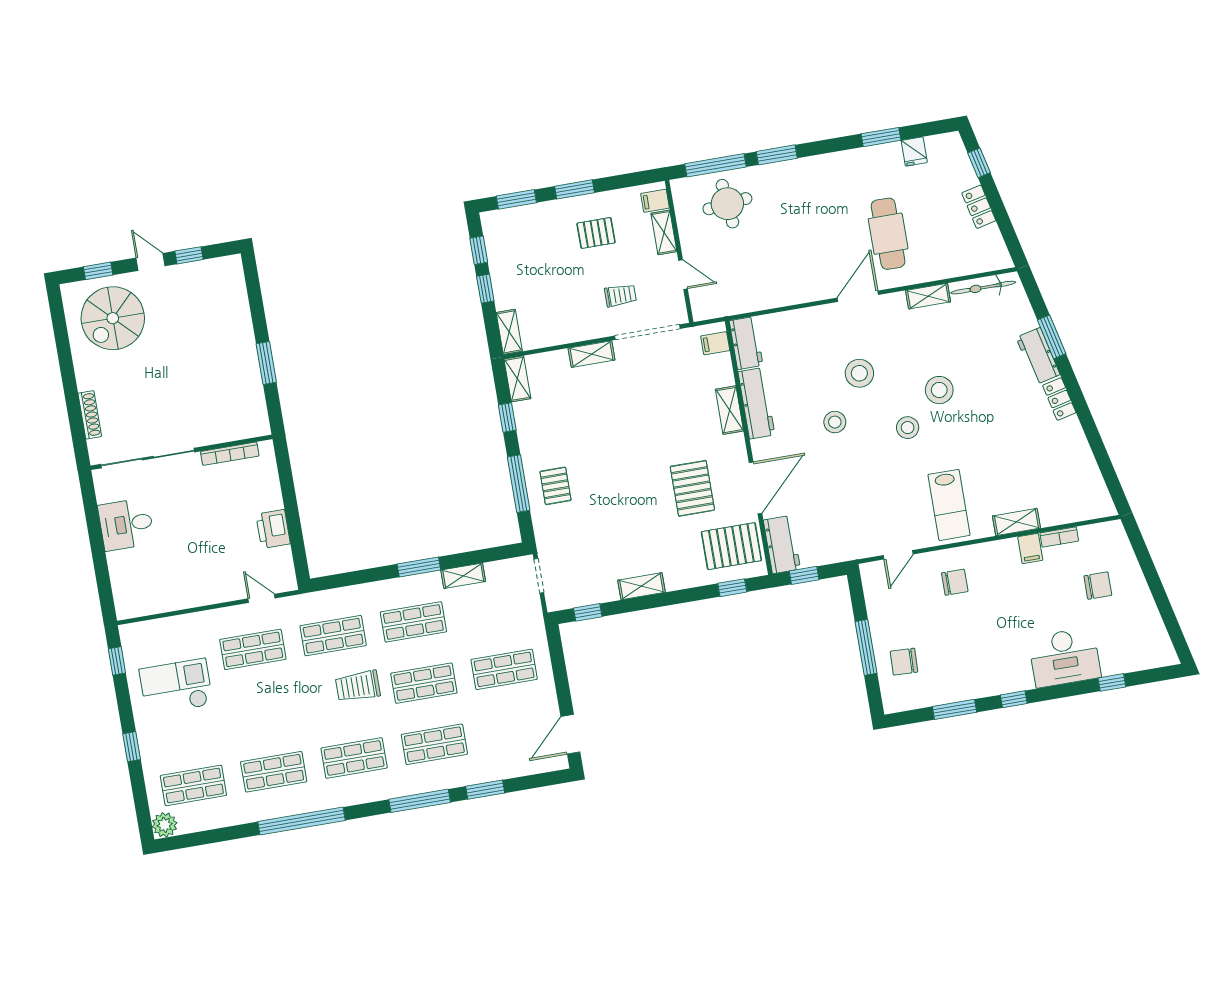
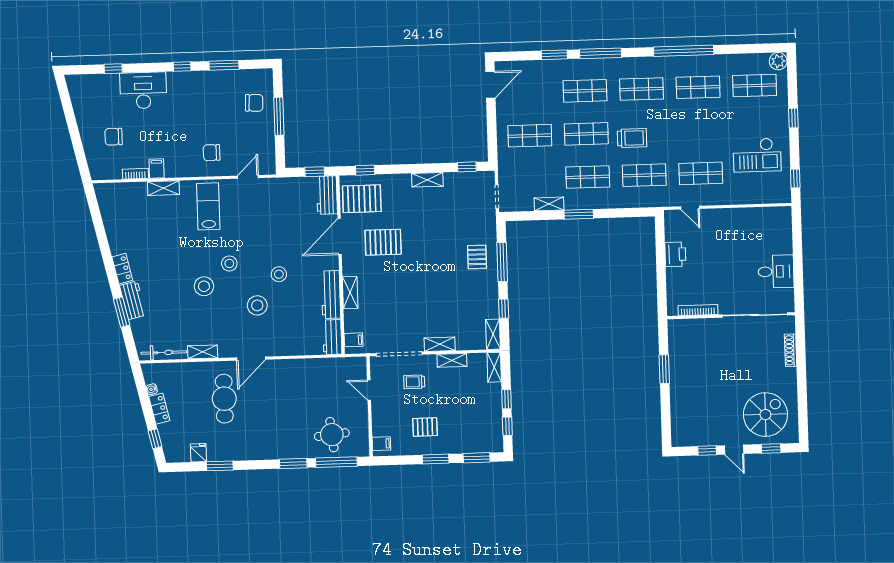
shelving: (664, 232) -> (452, 360), moved, turned 90
water cooler: (993, 233) -> (152, 389), added
pallet: (692, 488) -> (383, 242), turned 90

